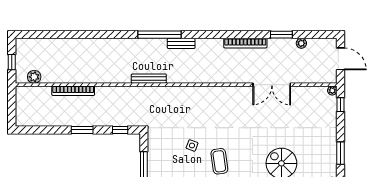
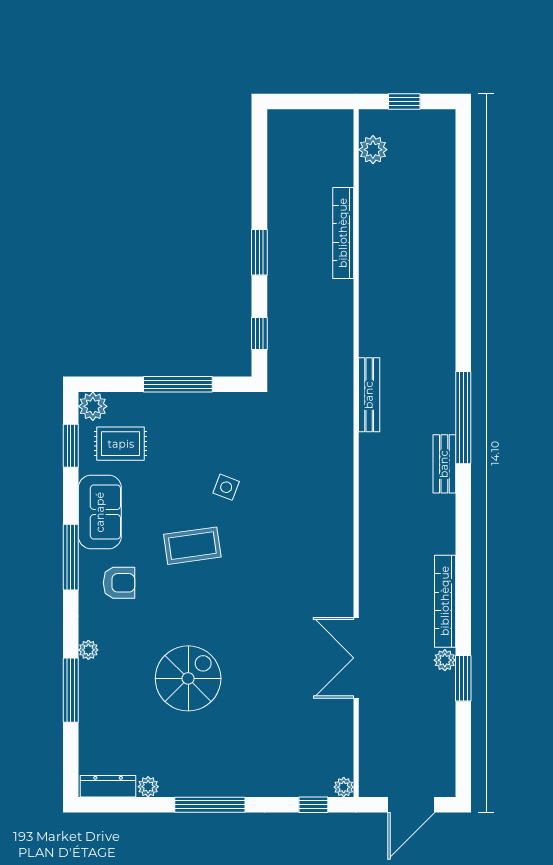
plant: (301, 43) -> (445, 660), moved
window: (340, 153) -> (210, 805), width x1.44

